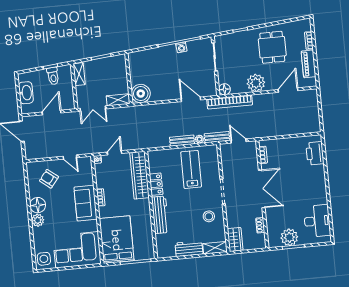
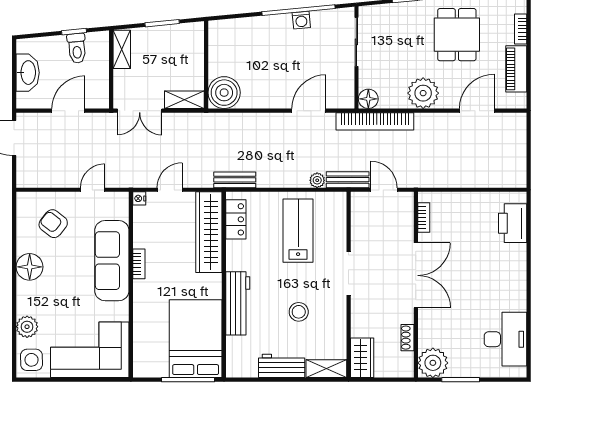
door: (191, 99) -> (309, 111), hinge flipped
bench: (182, 141) -> (235, 180), moved
door: (70, 157) -> (93, 190), swing flipped
locker: (156, 184) -> (236, 219), moved
sofa: (86, 203) -> (112, 261), width x1.36
stool: (209, 216) -> (299, 312), moved
plant: (38, 220) -> (27, 327), moved
plant: (289, 237) -> (433, 363), moved
bed: (117, 240) -> (196, 339), moved

